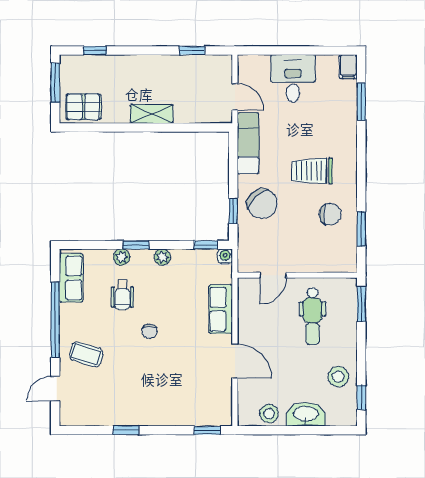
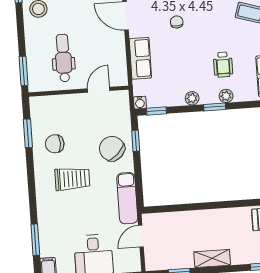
door: (235, 97) -> (141, 236), hinge flipped
shelving: (152, 114) -> (212, 258), moved
wheelchair: (122, 295) -> (223, 65), turned 180
chair: (150, 331) -> (177, 22), moved

